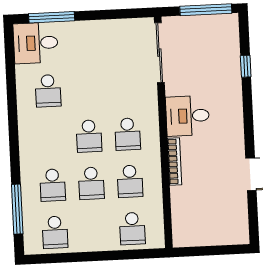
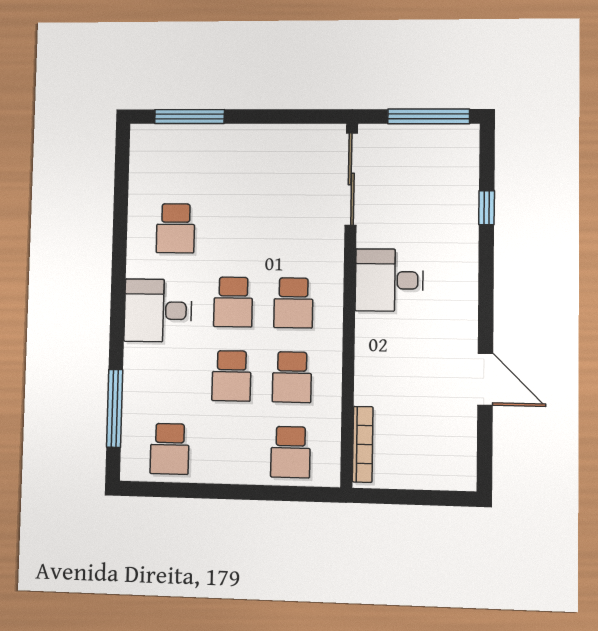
desk: (36, 43) -> (158, 311), moved
bookcase: (174, 161) -> (363, 444), moved
school desk: (53, 185) -> (172, 375), removed

